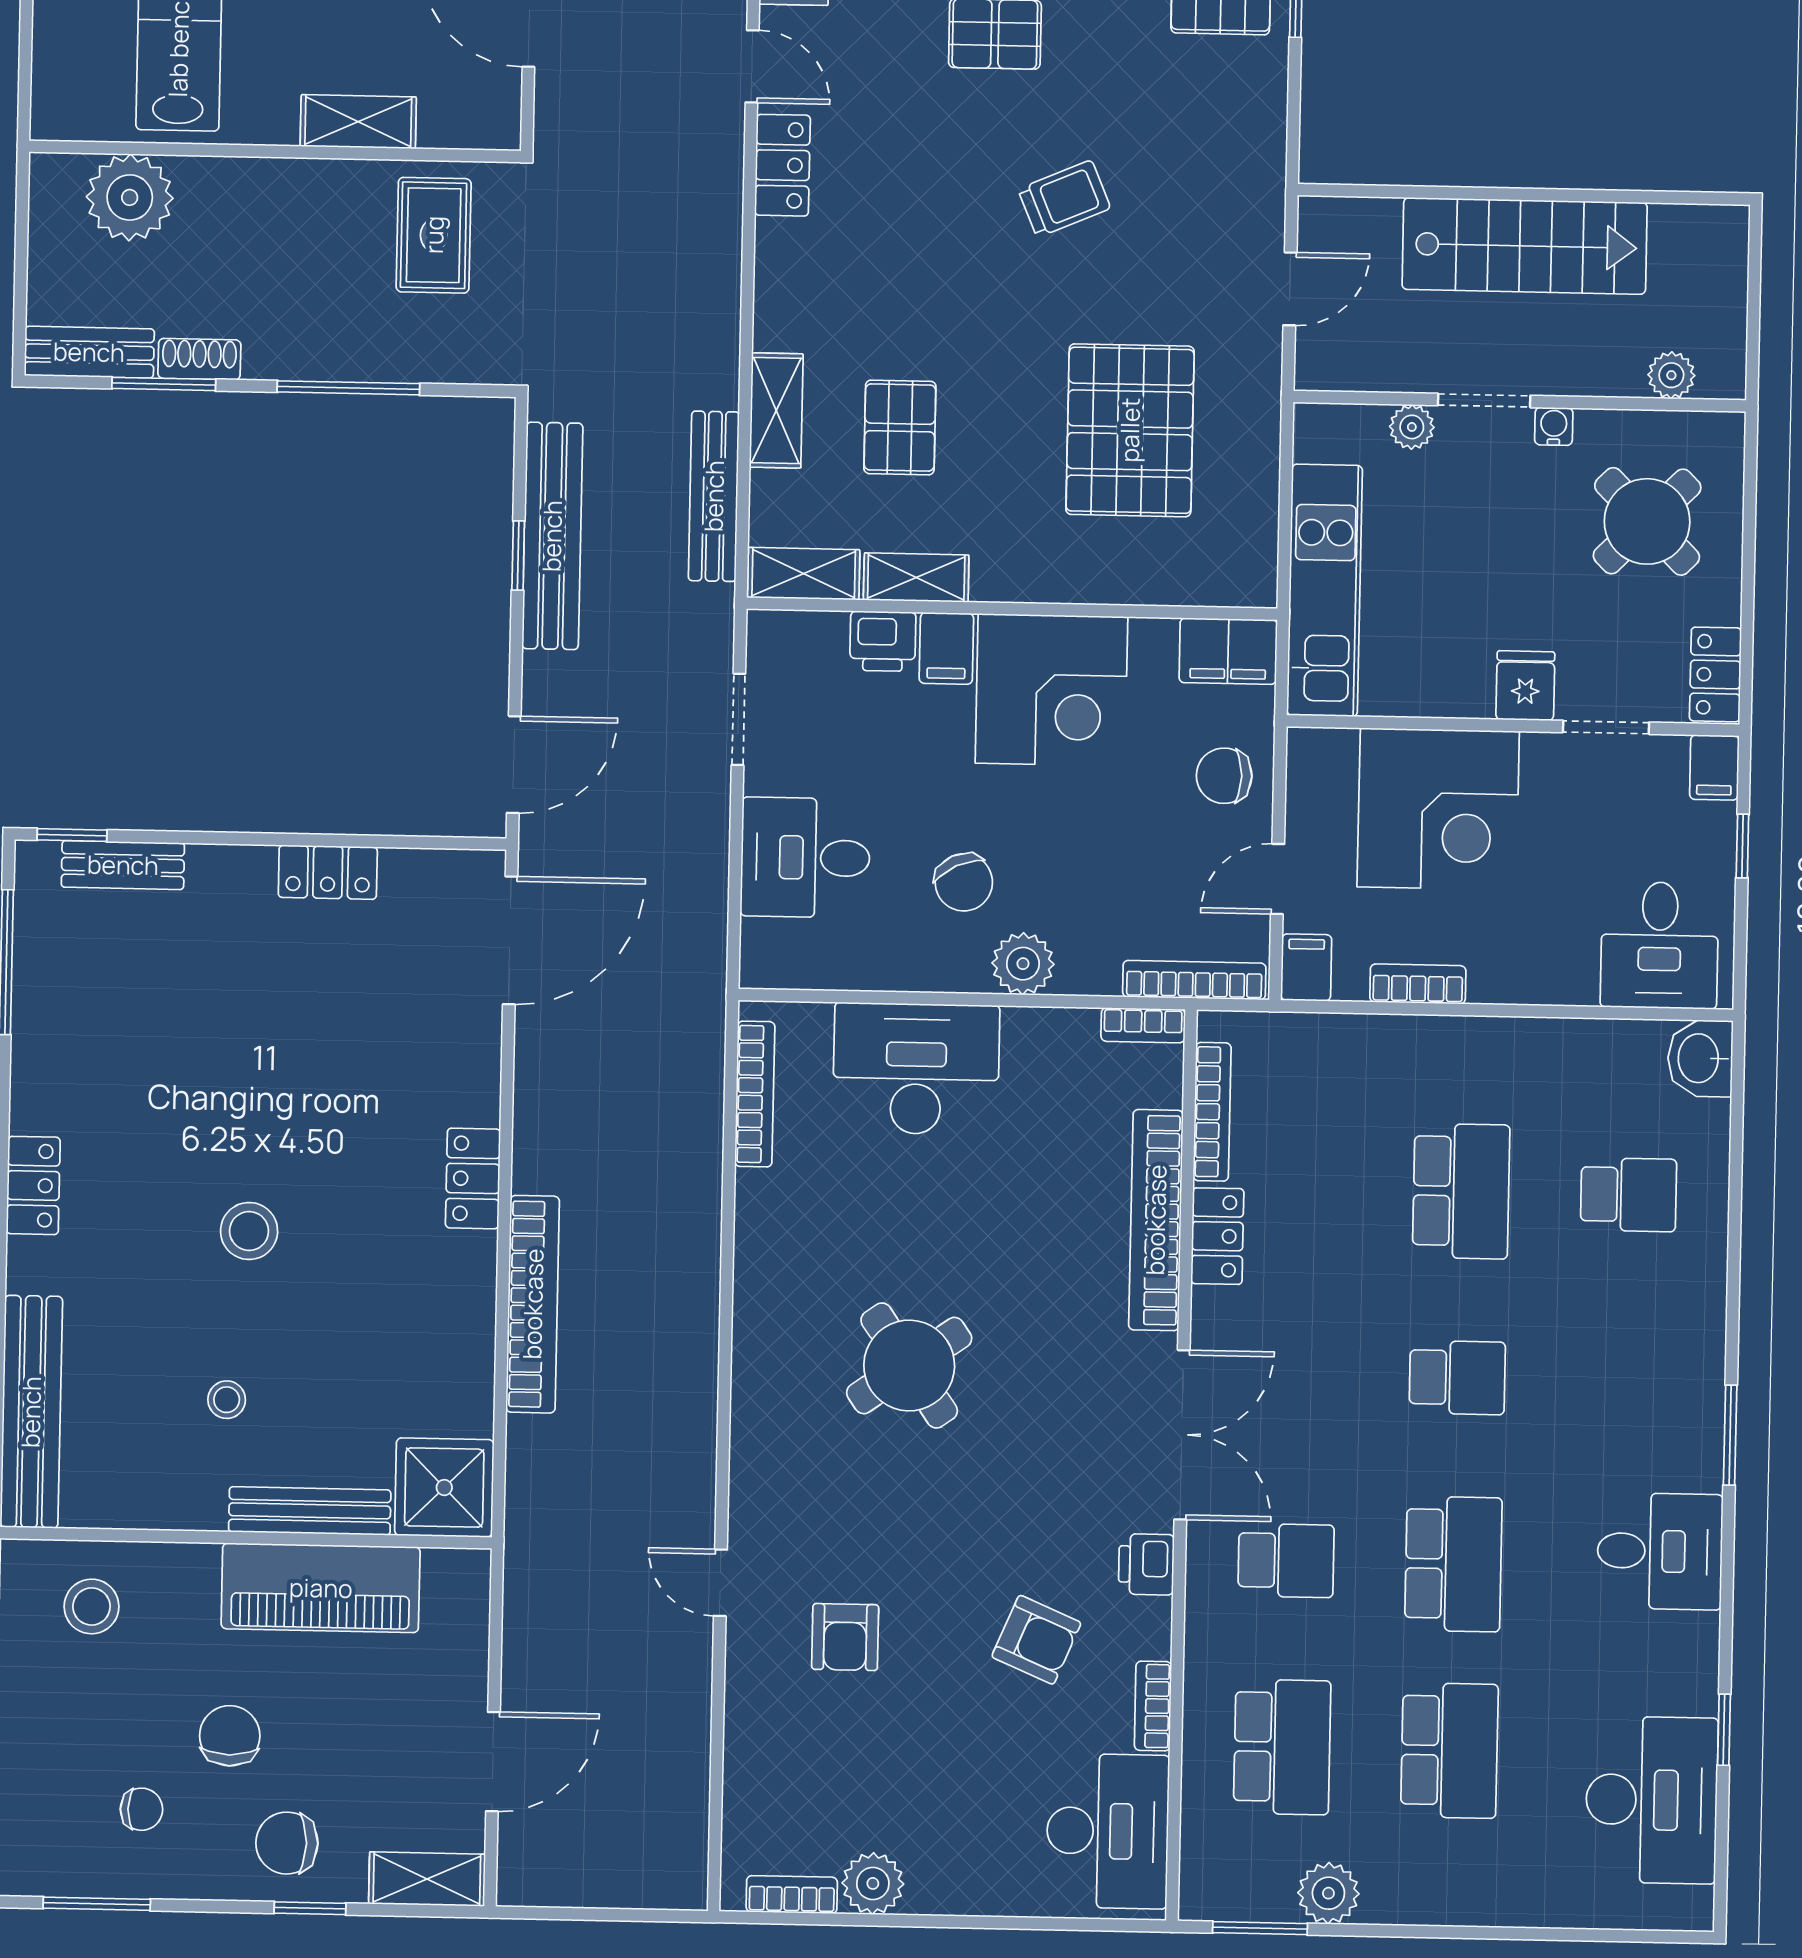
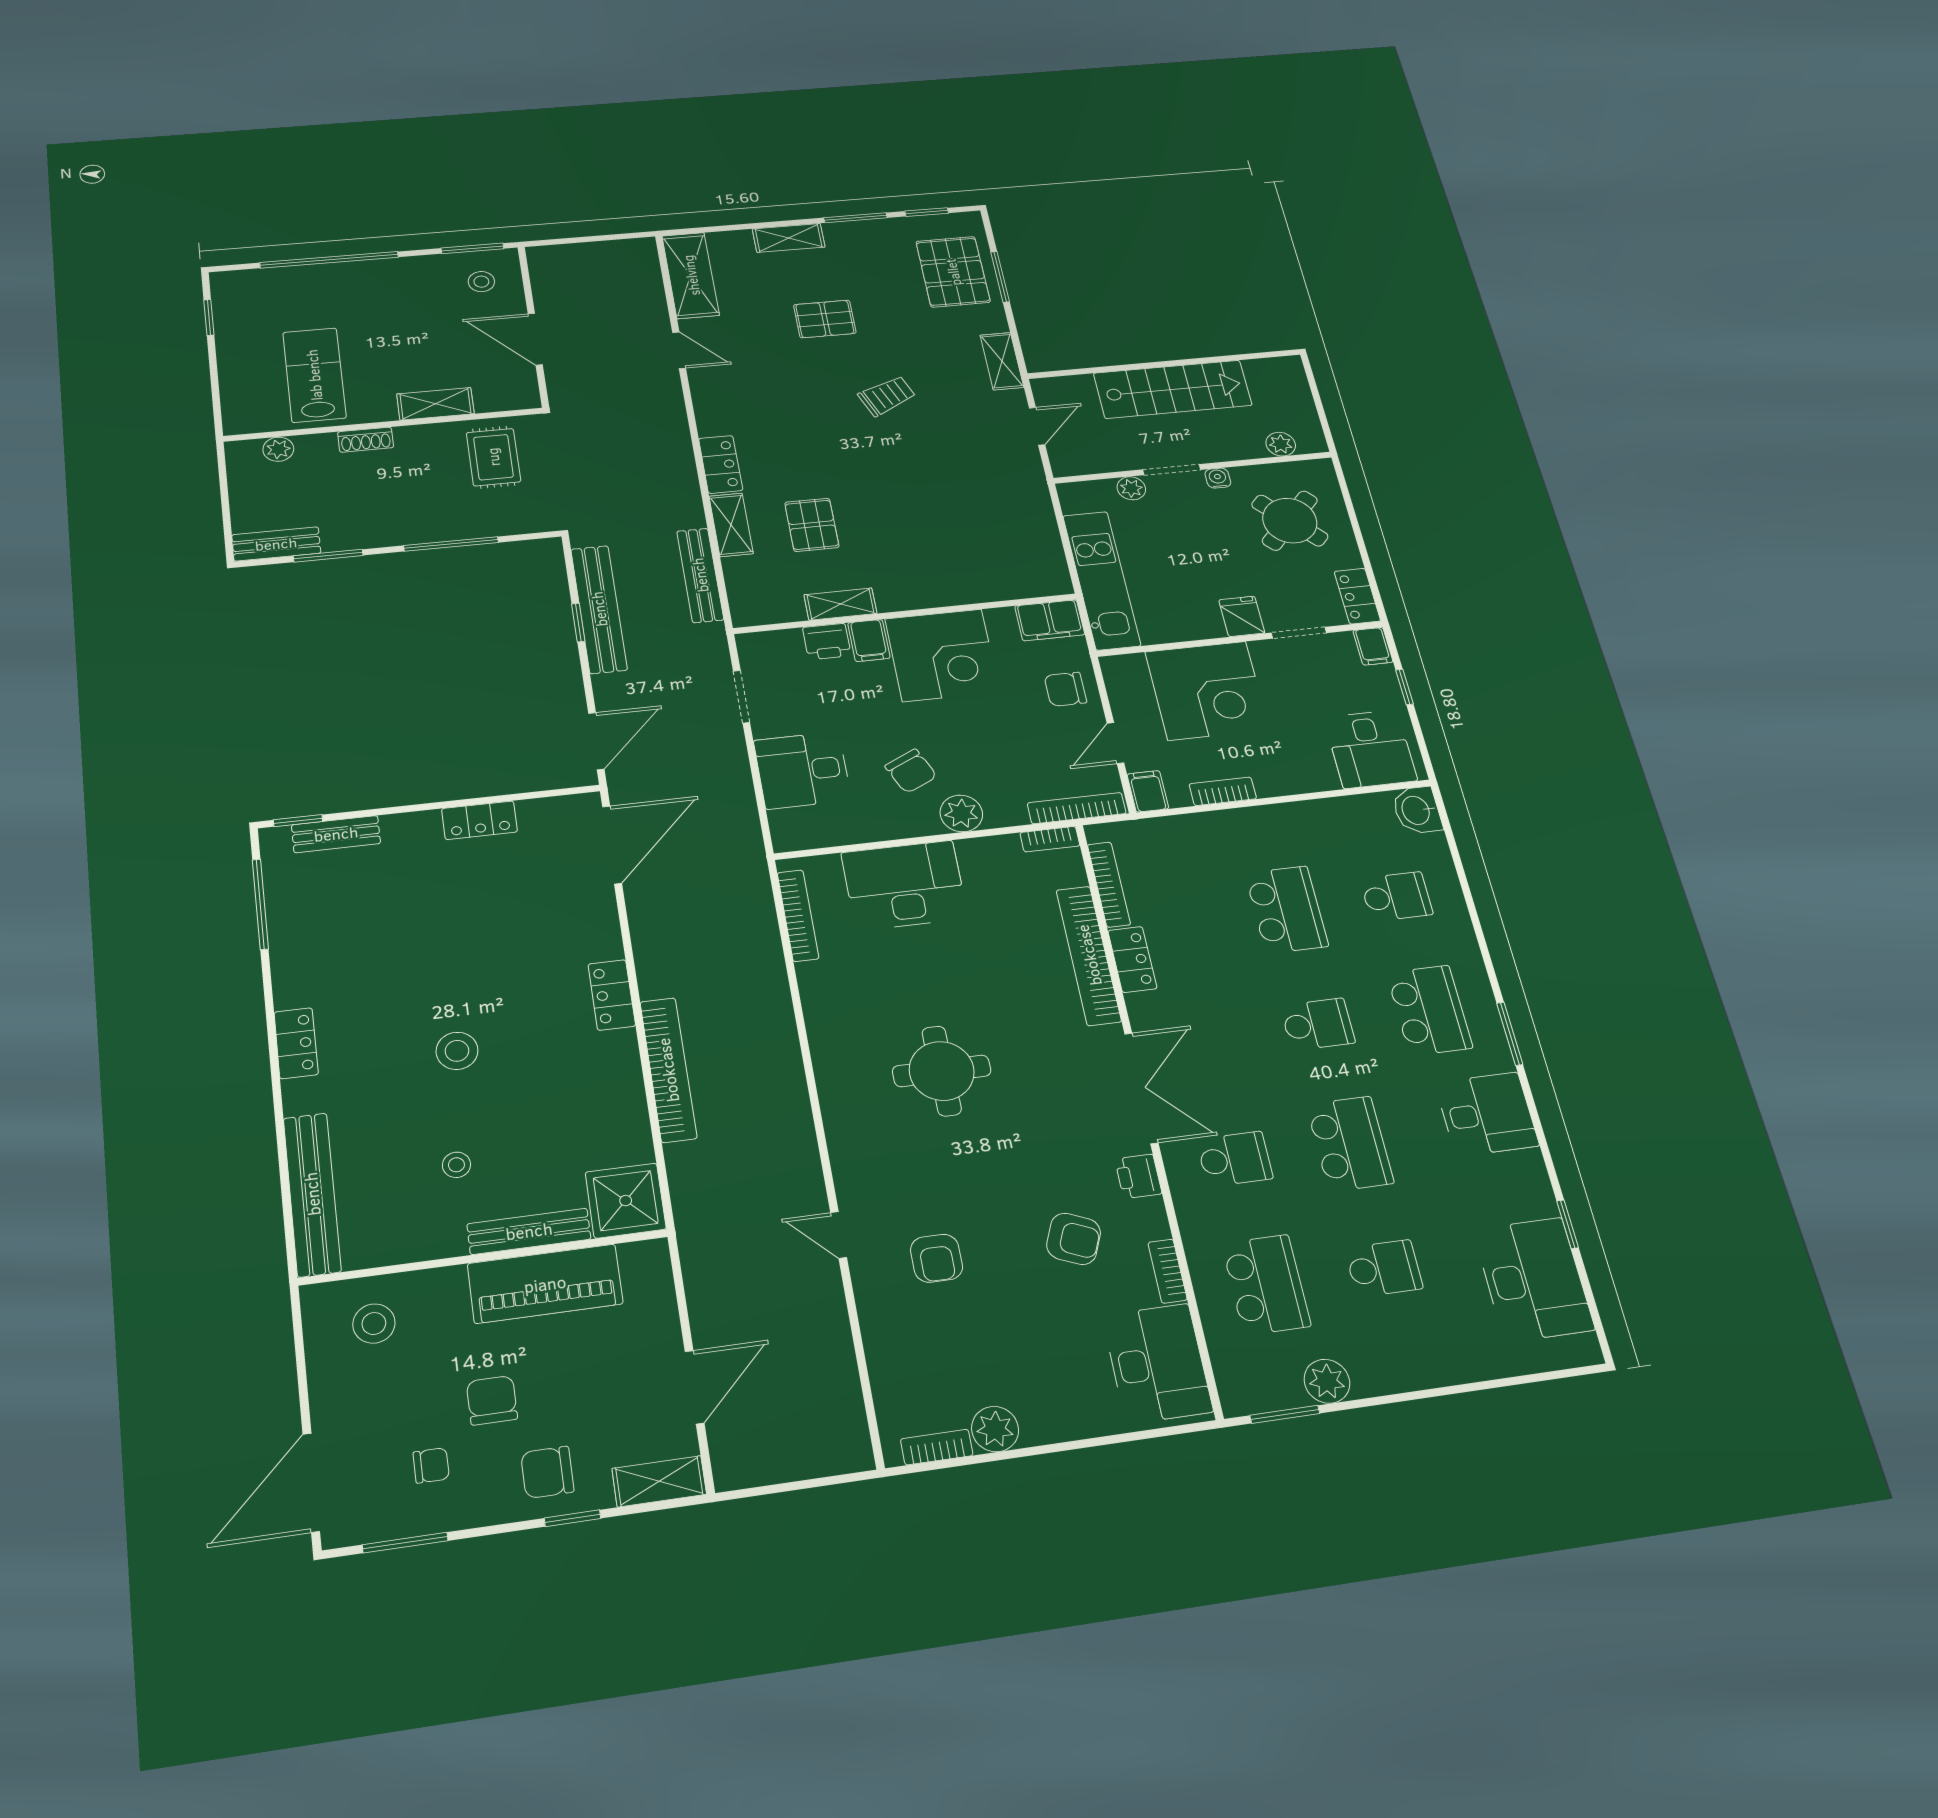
locker: (783, 165) -> (721, 464), moved
plant: (130, 197) -> (278, 449), width x0.53, depth x0.53
shoe rack: (199, 359) -> (366, 440), moved, turned 180
pallet: (1130, 430) -> (957, 510), removed
shelving: (804, 574) -> (1002, 361), moved, turned 90
round table: (909, 1366) -> (942, 1071), turned 35
school desk: (1625, 1381) -> (1429, 1010), added
school desk: (1449, 1750) -> (1384, 1268), width x0.54

